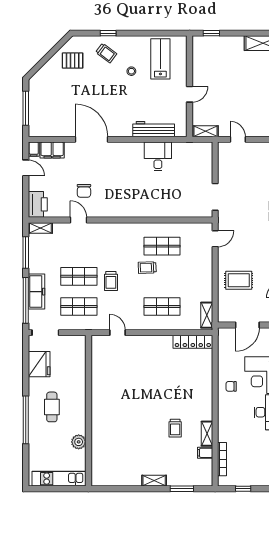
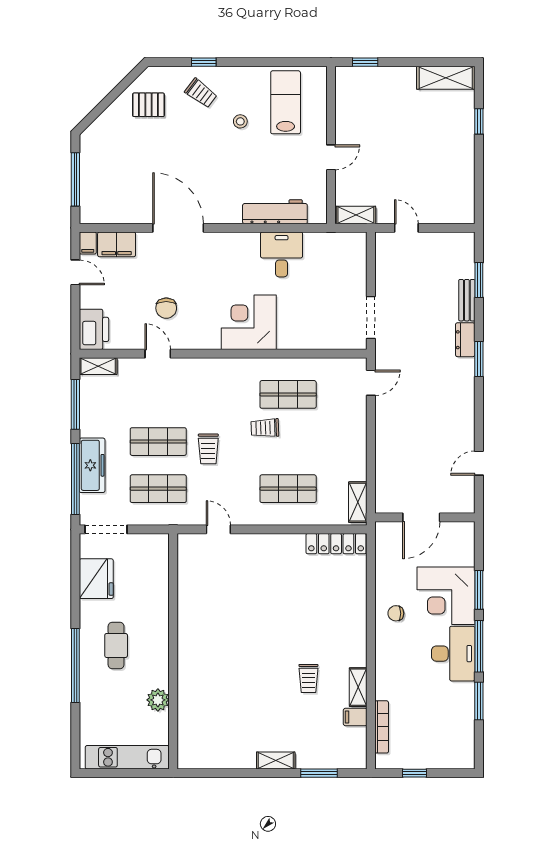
corner desk: (137, 200) -> (249, 322), added
rug: (239, 280) -> (408, 448), removed

